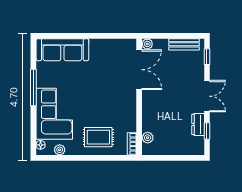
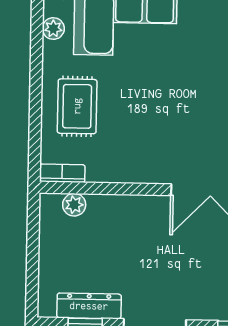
dresser: (198, 124) -> (89, 306), width x1.44

